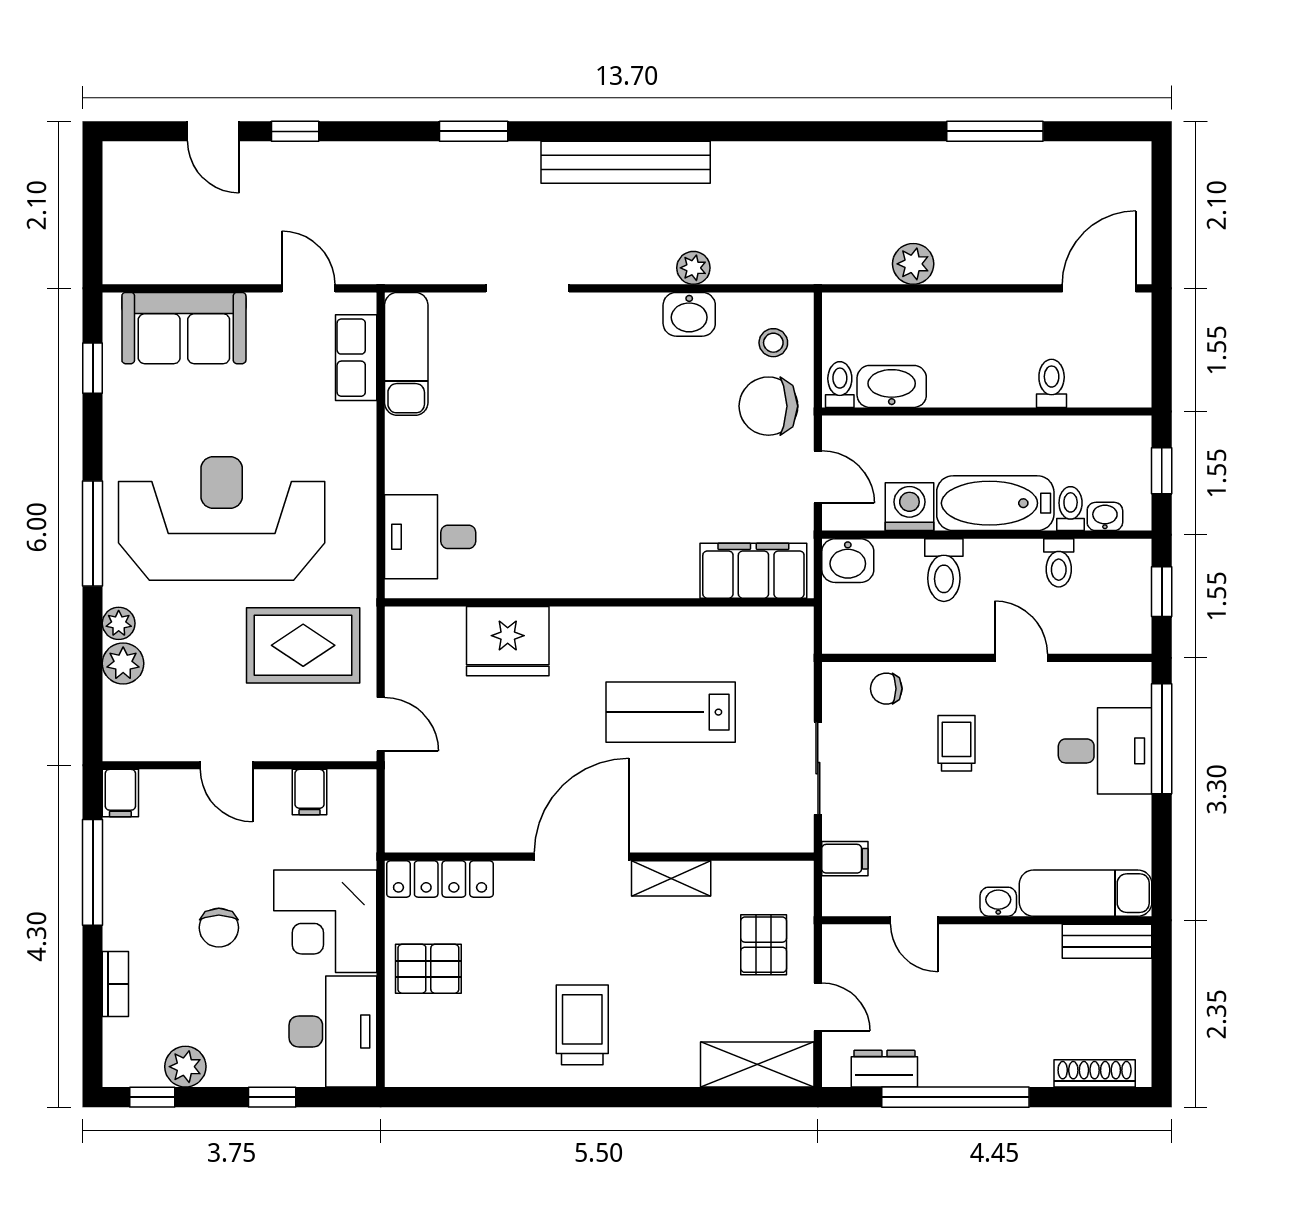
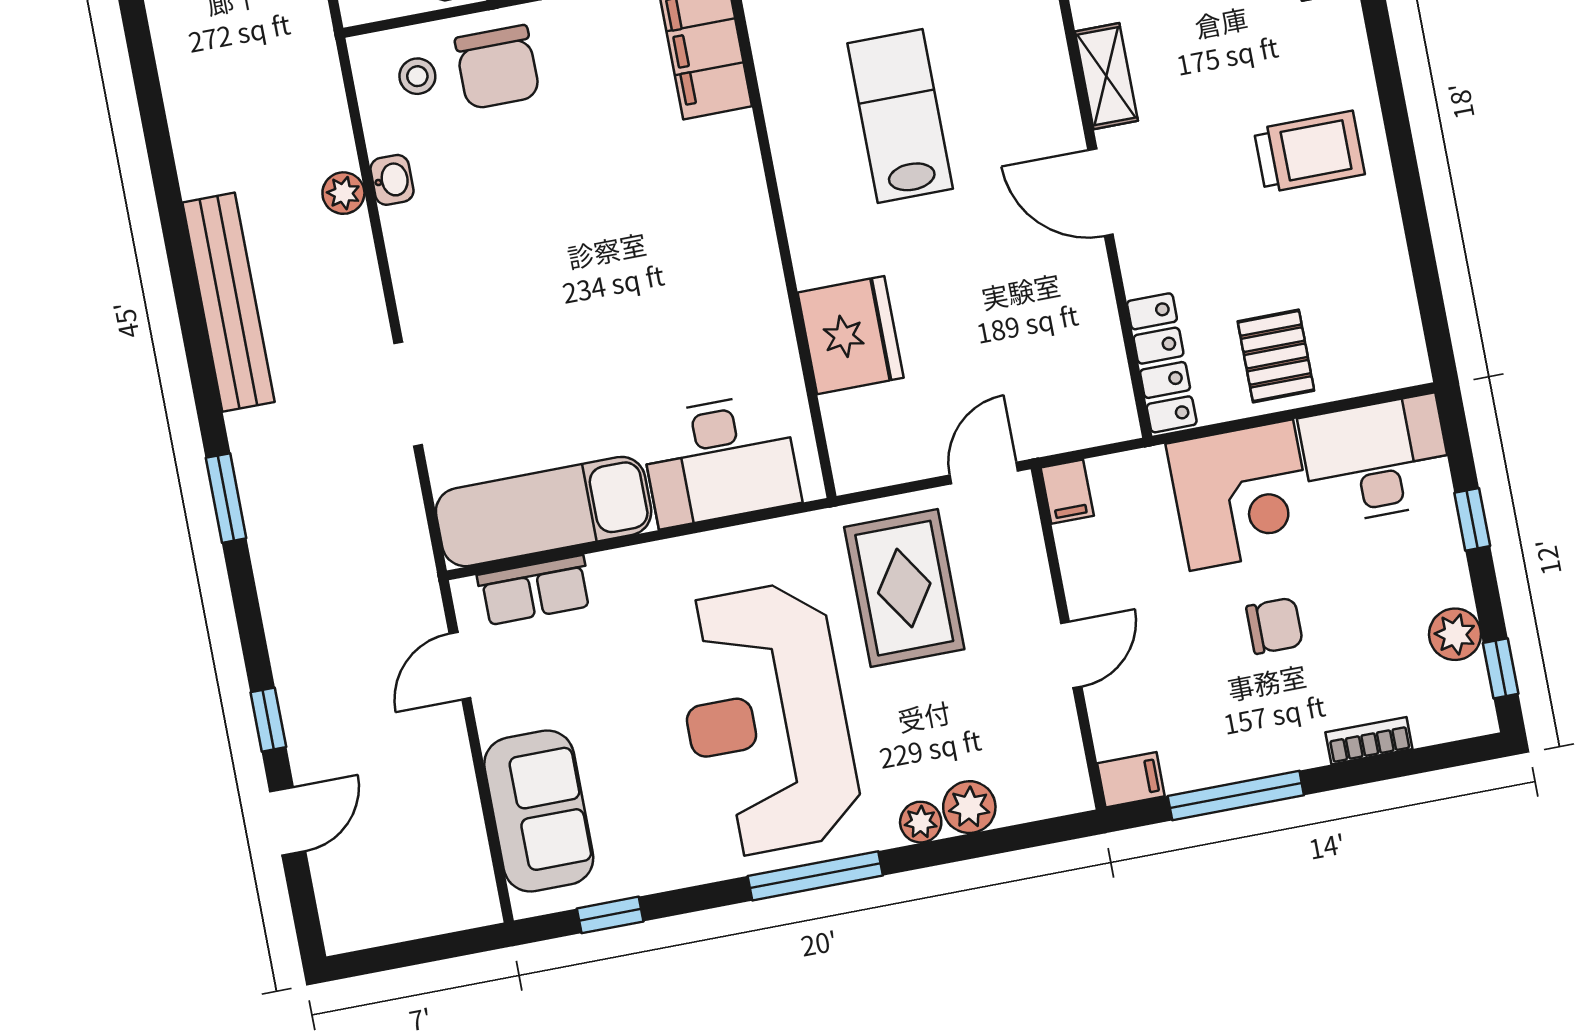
washbasin: (689, 314) -> (392, 180), width x0.72, depth x0.69
exam couch: (406, 354) -> (544, 512), width x1.36, depth x1.45
desk: (430, 537) -> (720, 460), width x1.37
lab bench: (671, 712) -> (900, 116), turned 180
filing cabinet: (310, 792) -> (1067, 492), moved, turned 90
door: (582, 857) -> (1101, 192), width x0.73
trolley: (582, 1025) -> (1309, 152), turned 180

